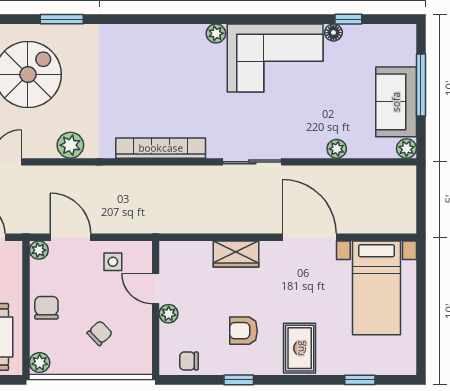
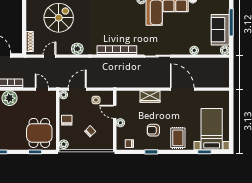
door: (71, 237) -> (77, 89), hinge flipped
bed with nightstands: (376, 288) -> (212, 129), moved, turned 180

